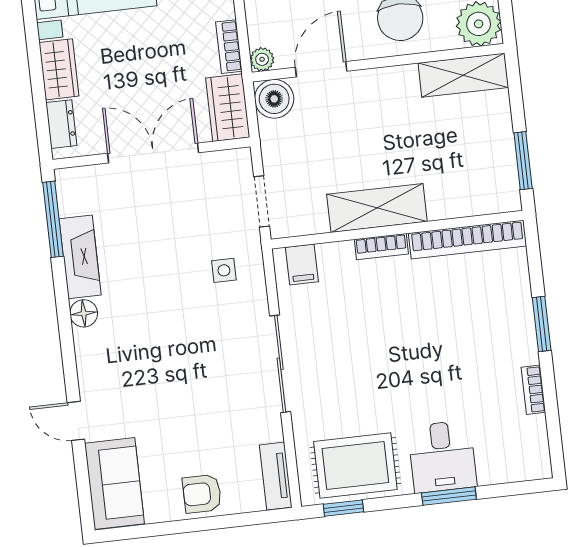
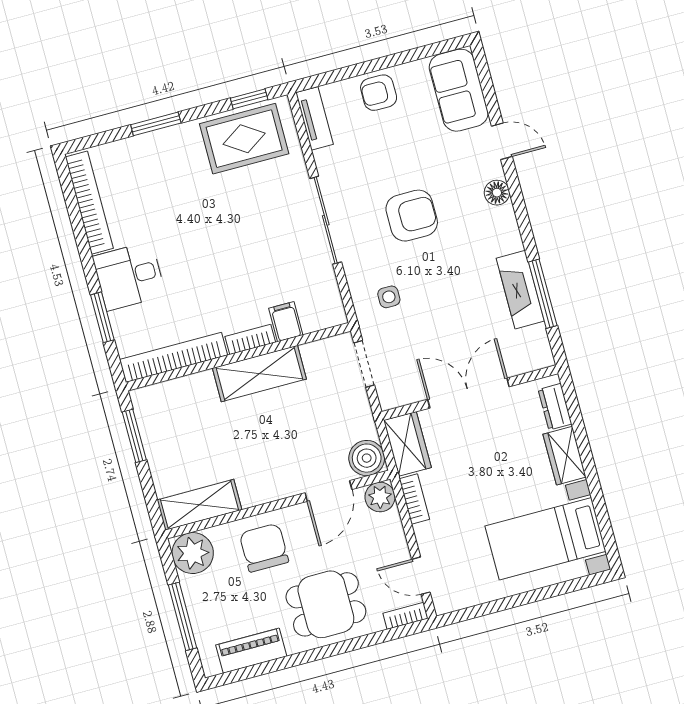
plant: (262, 59) -> (380, 497), width x1.38, depth x1.38
double door: (153, 153) -> (468, 393), swing flipped
window: (53, 219) -> (543, 294), moved
filing cabinet: (302, 264) -> (286, 322), moved
floor lamp: (84, 313) -> (497, 193), moved
window: (542, 324) -> (102, 317), moved
armchair: (186, 355) -> (412, 216), added
bookcase: (533, 390) -> (89, 203), width x2.31, depth x1.31
desk: (442, 457) -> (129, 276), moved, turned -90
armchair: (202, 494) -> (379, 93), turned 180

